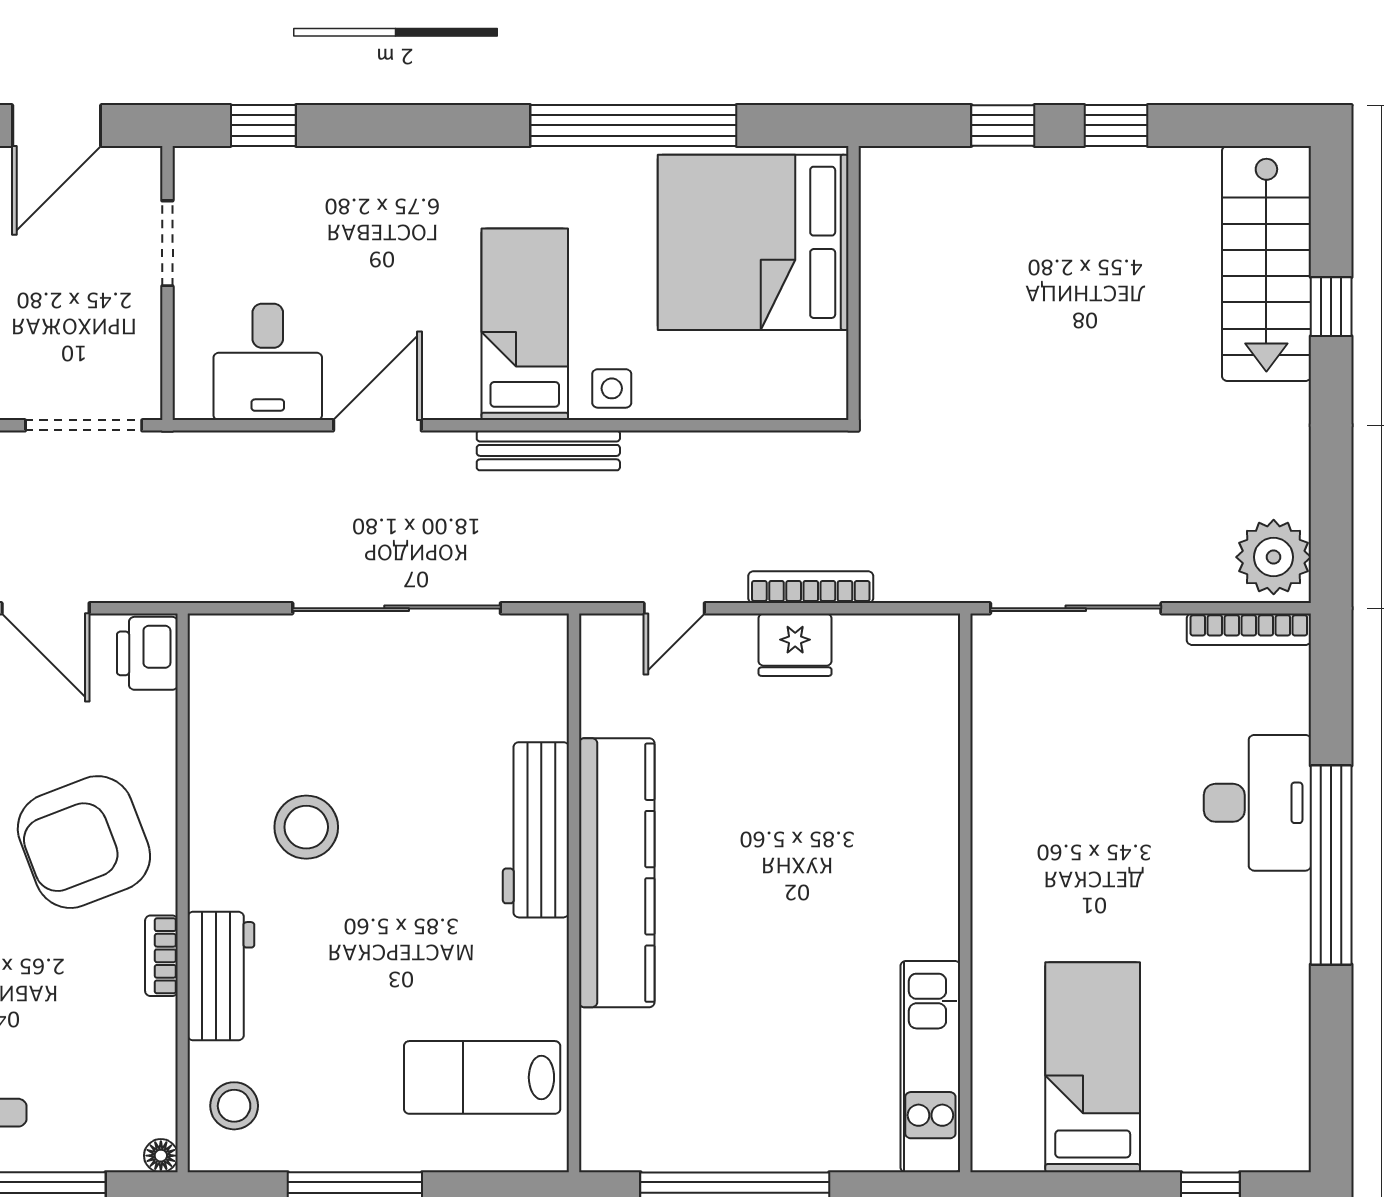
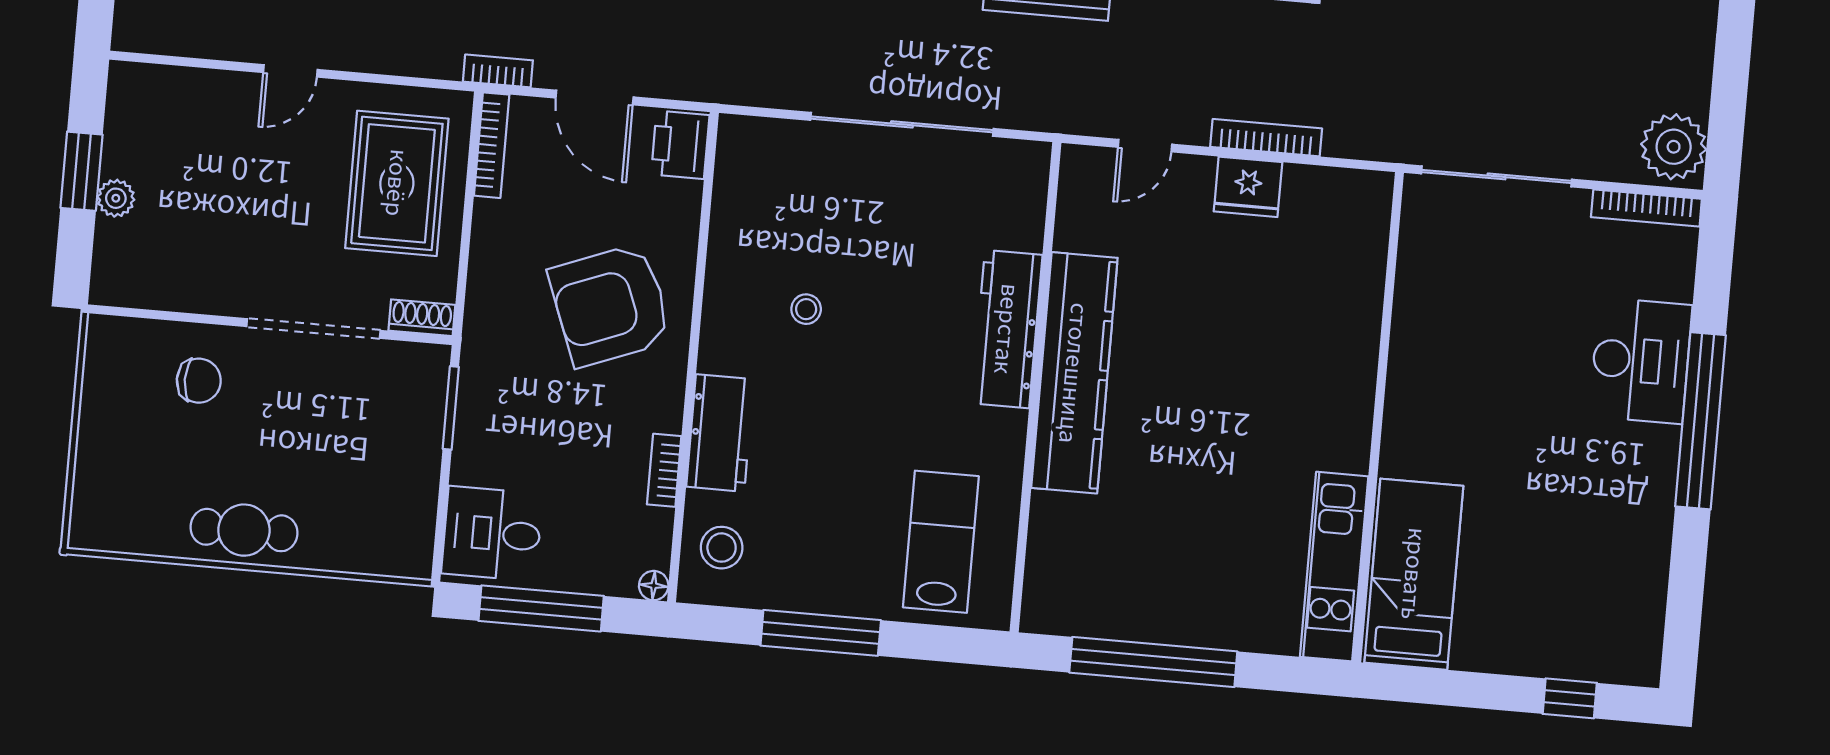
stool: (306, 827) -> (806, 309), width x0.53, depth x0.53
bookcase: (161, 956) -> (664, 470), moved
bed: (1093, 1067) -> (1414, 574), moved
lab bench: (482, 1077) -> (941, 542), turned 90

